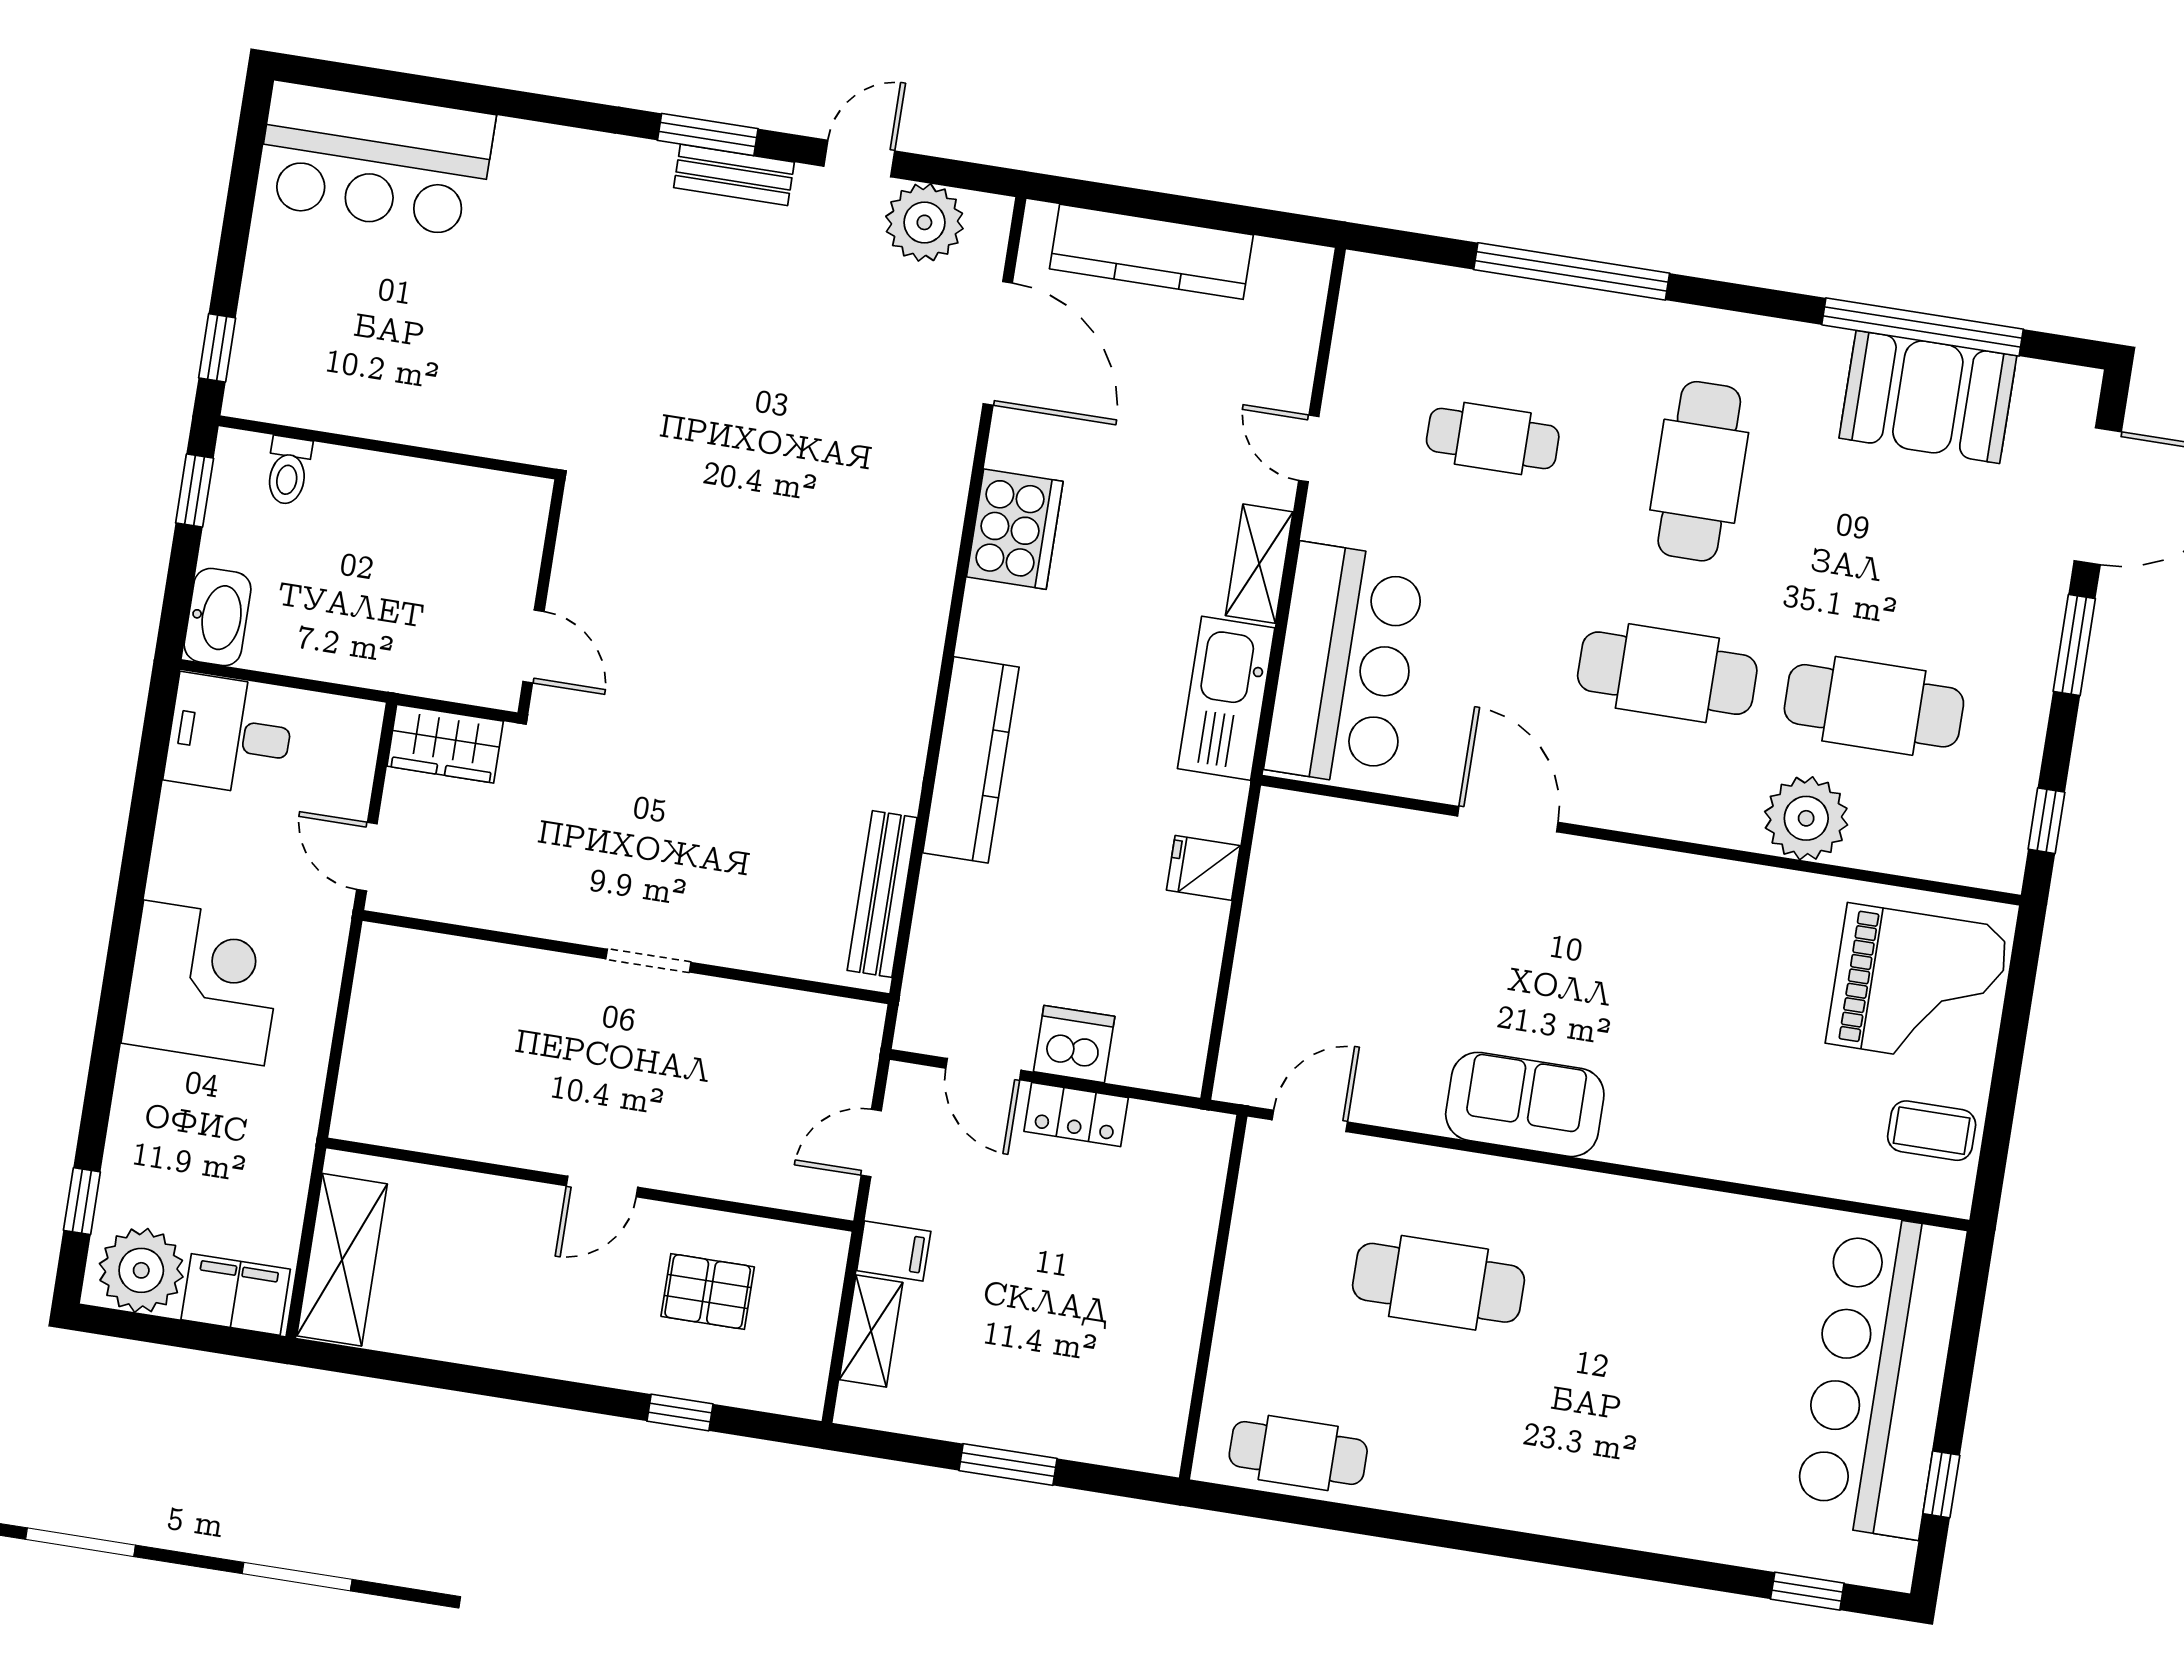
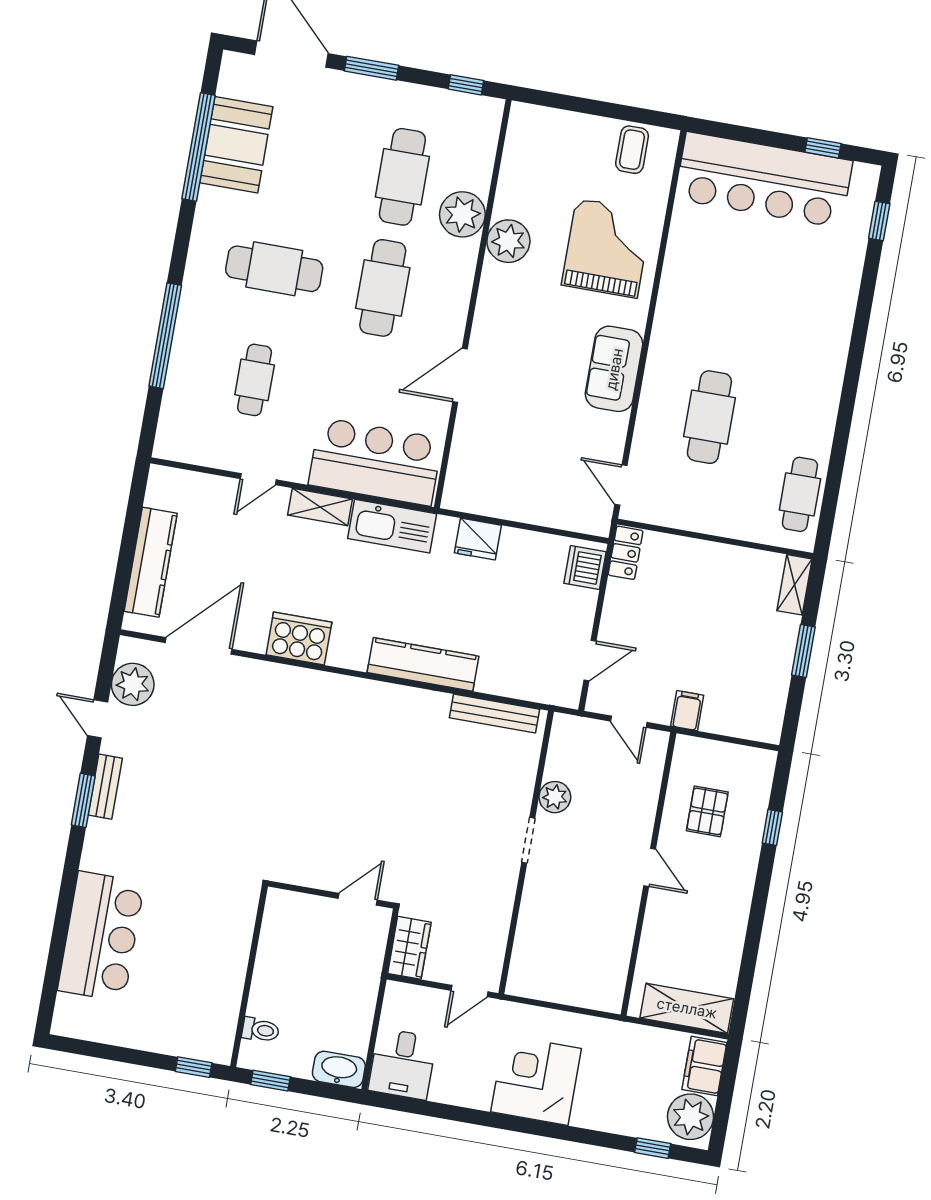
bar counter: (375, 159) -> (101, 936), moved
fridge: (1203, 868) -> (478, 539), width x1.38
plant: (1758, 904) -> (508, 241), added
grand piano: (1918, 986) -> (607, 248), moved
plant: (729, 1008) -> (555, 797), added
dishwasher: (1074, 1044) -> (585, 568), moved
locker: (1076, 1115) -> (626, 553), moved
shelving: (871, 1331) -> (795, 585), moved, turned 90

